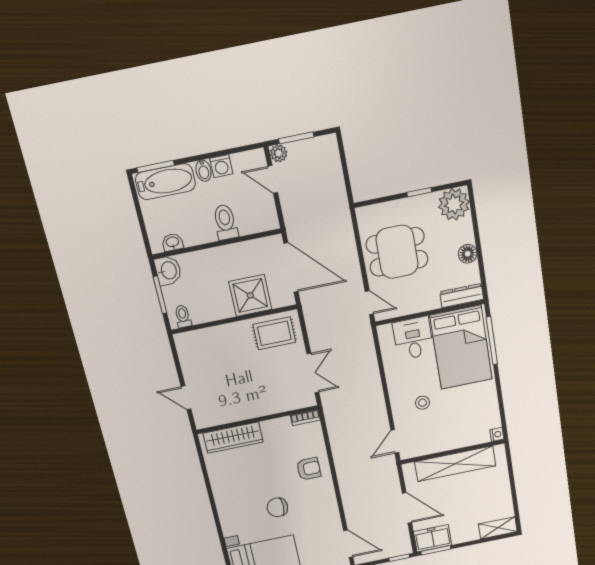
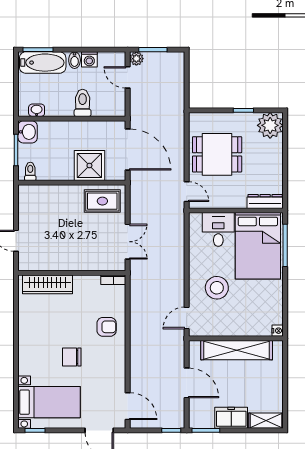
floor lamp: (468, 254) -> (275, 168), removed
stool: (423, 403) -> (217, 288), width x1.89, depth x1.89
freezer: (433, 538) -> (231, 418), moved

